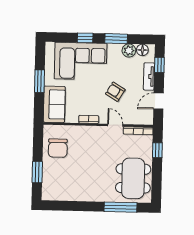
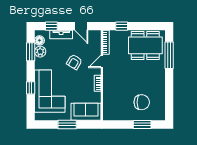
window: (116, 39) -> (31, 52), moved
chair: (58, 148) -> (142, 102), moved

